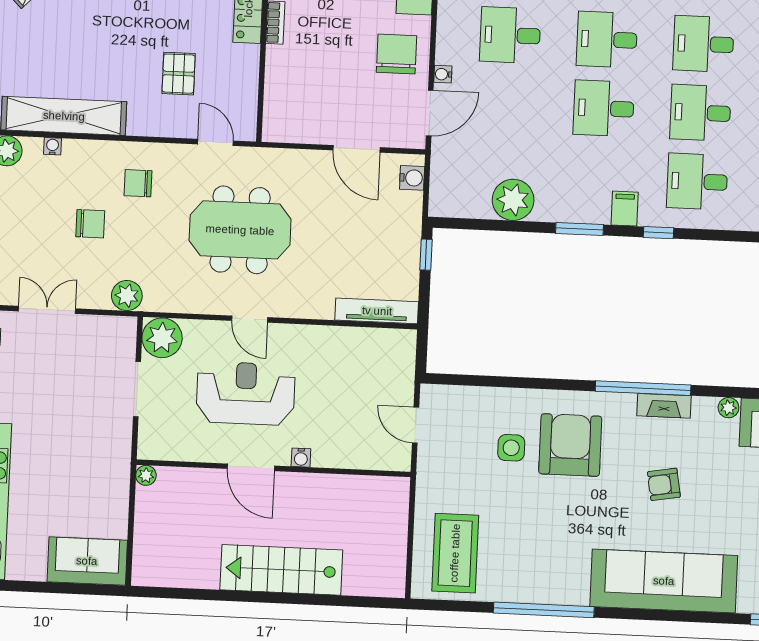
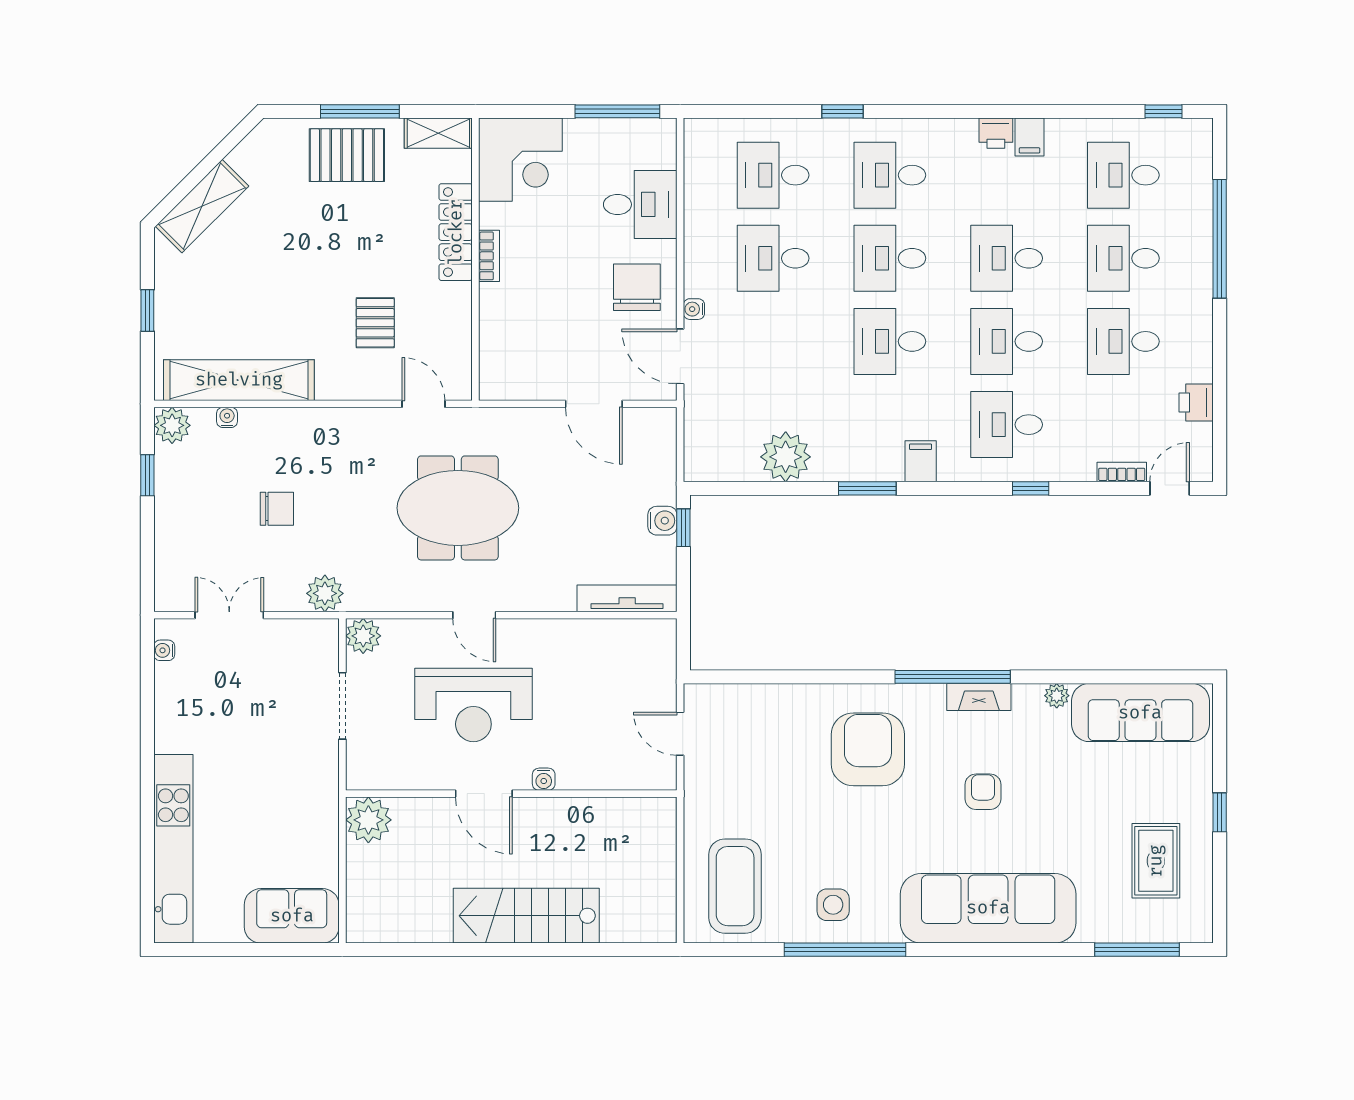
door: (430, 113) -> (680, 356), swing flipped
water cooler: (412, 178) -> (662, 521), moved
chair: (138, 183) -> (332, 457), removed
window: (658, 233) -> (1031, 488), moved
plant: (162, 338) -> (363, 636), width x0.73, depth x0.73
reception desk: (246, 393) -> (473, 705), turned 180
side table: (511, 448) -> (833, 905), moved
plant: (146, 475) -> (368, 820), width x1.88, depth x1.88
armchair: (664, 484) -> (983, 792), turned 100

